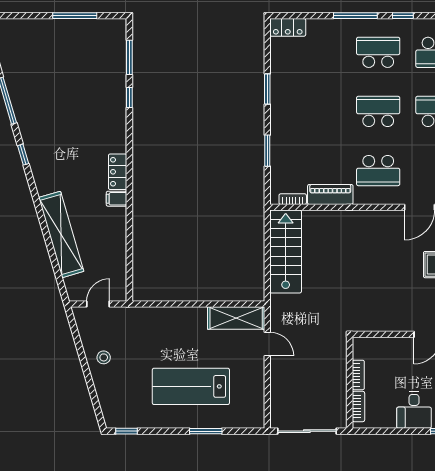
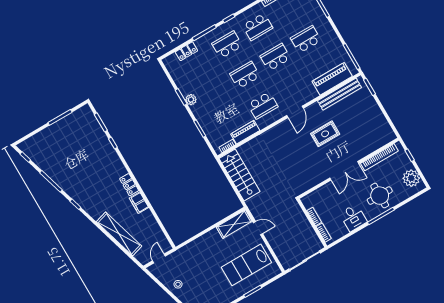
locker: (288, 27) -> (186, 51), moved
plant: (279, 101) -> (191, 100), added
filing cabinet: (117, 199) -> (139, 203), width x2.00
lab bench: (191, 386) -> (246, 265), moved

